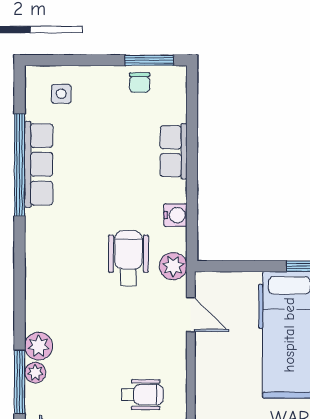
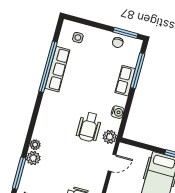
window: (192, 126) -> (138, 71), added
wheelchair: (128, 258) -> (89, 127), turned 180
door: (191, 315) -> (112, 163), hinge flipped
plant: (35, 373) -> (35, 145), moved

